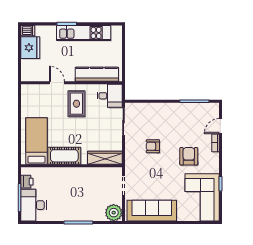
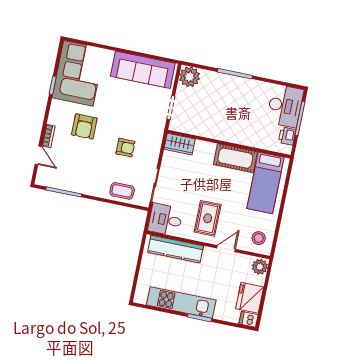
plant: (27, 74) -> (260, 267), added
door: (57, 83) -> (226, 249), swing flipped
stool: (33, 96) -> (259, 238), added
coffee table: (148, 111) -> (122, 191), added
door: (220, 126) -> (38, 155), hinge flipped
wardrobe: (105, 158) -> (180, 144), width x0.67

